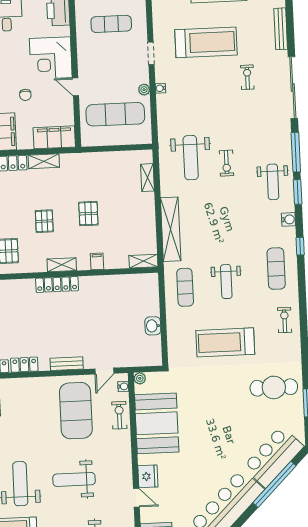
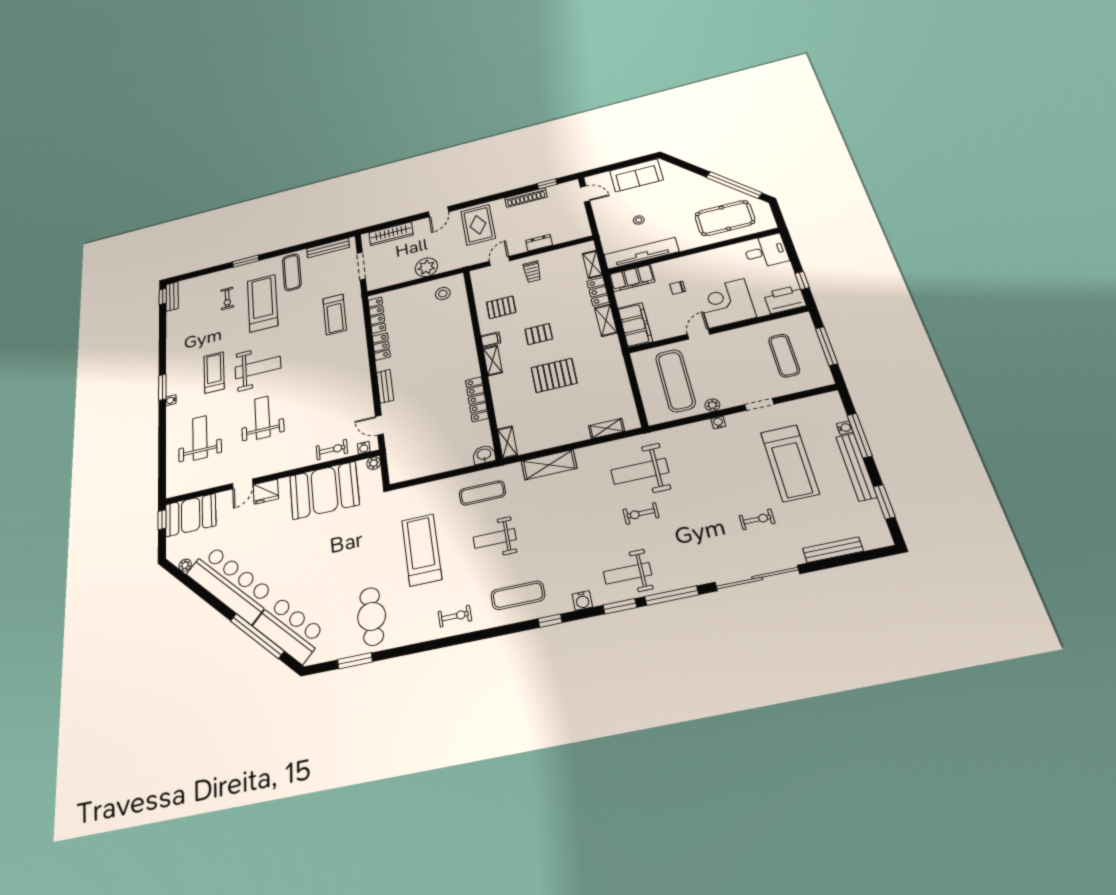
pallet: (88, 214) -> (554, 375), width x1.50, depth x1.42
shelving: (171, 229) -> (549, 465), width x0.68
filing cabinet: (97, 261) -> (491, 339), moved
locker: (57, 285) -> (477, 399), moved
washbasin: (153, 326) -> (484, 455), moved
exercise mat: (76, 411) -> (335, 405), removed

